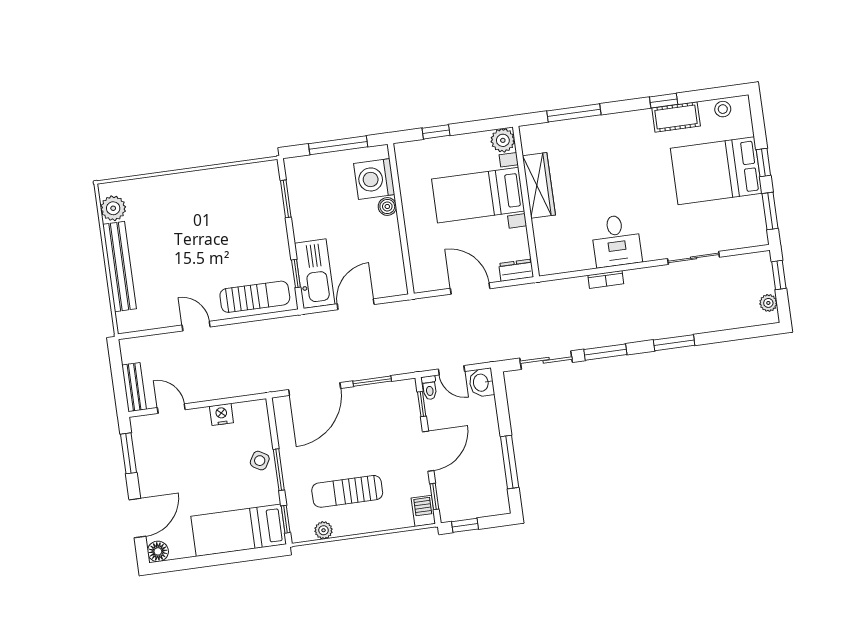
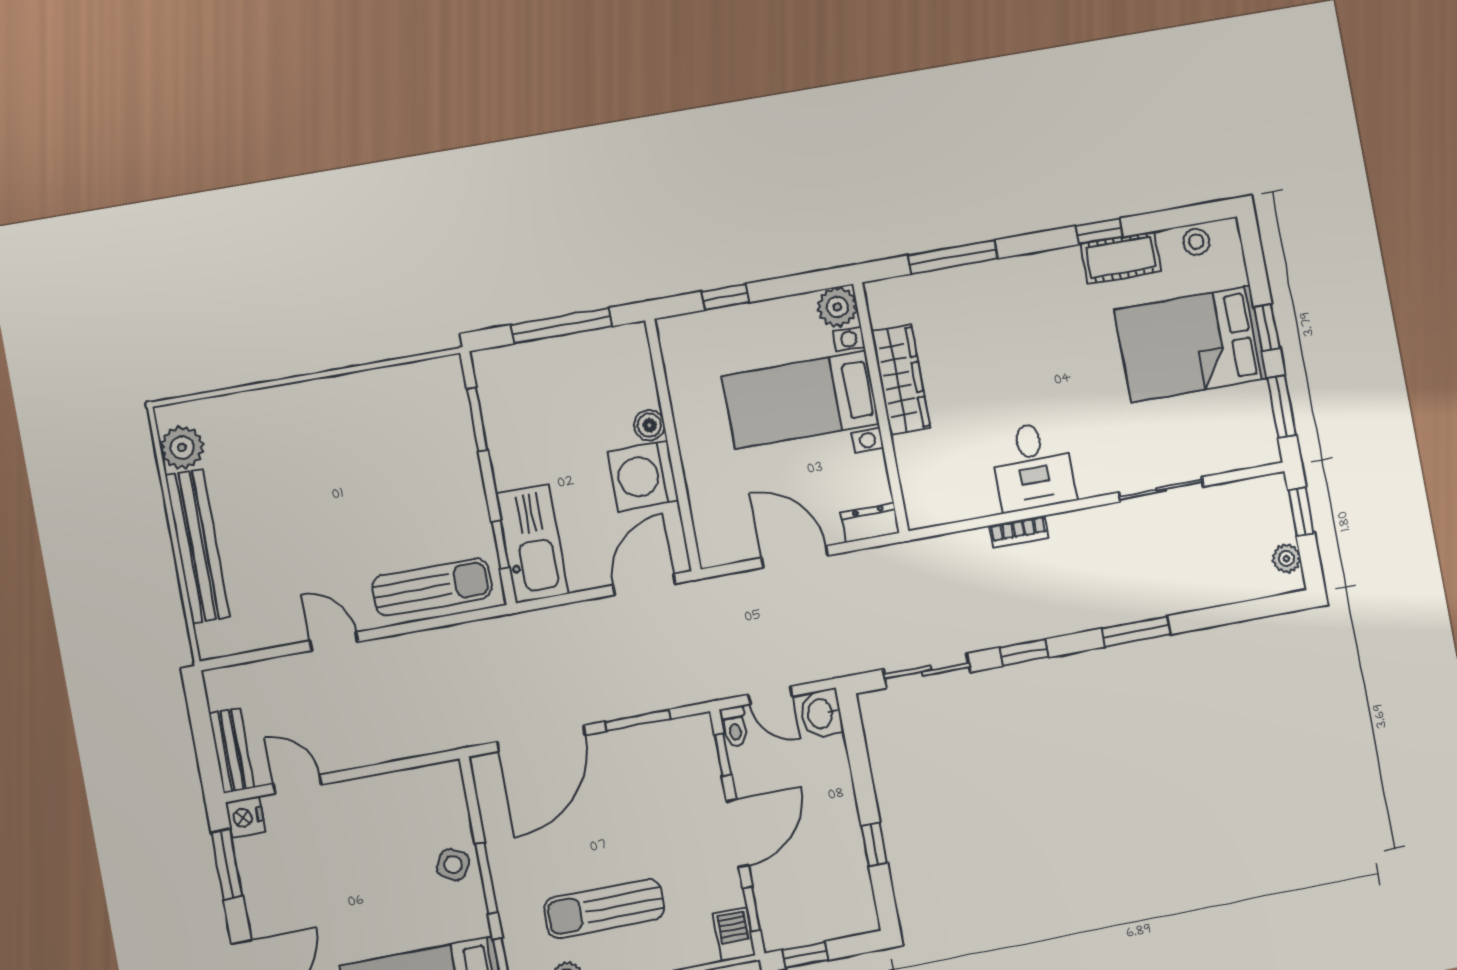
washing machine: (374, 179) -> (643, 476), moved
door: (356, 304) -> (644, 584), moved
window: (605, 352) -> (1024, 652), width x0.67
nightstand: (221, 414) -> (245, 817), moved, turned -90
window: (510, 462) -> (874, 844), width x0.46

